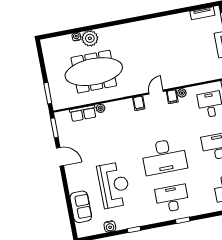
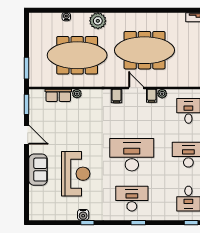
plant: (90, 38) -> (98, 21), moved
meeting table: (157, 55) -> (144, 50), added
door: (156, 92) -> (136, 88), hinge flipped
desk: (164, 157) -> (132, 155), turned 180
sofa: (81, 207) -> (38, 170), moved
water cooler: (110, 226) -> (83, 215), moved

